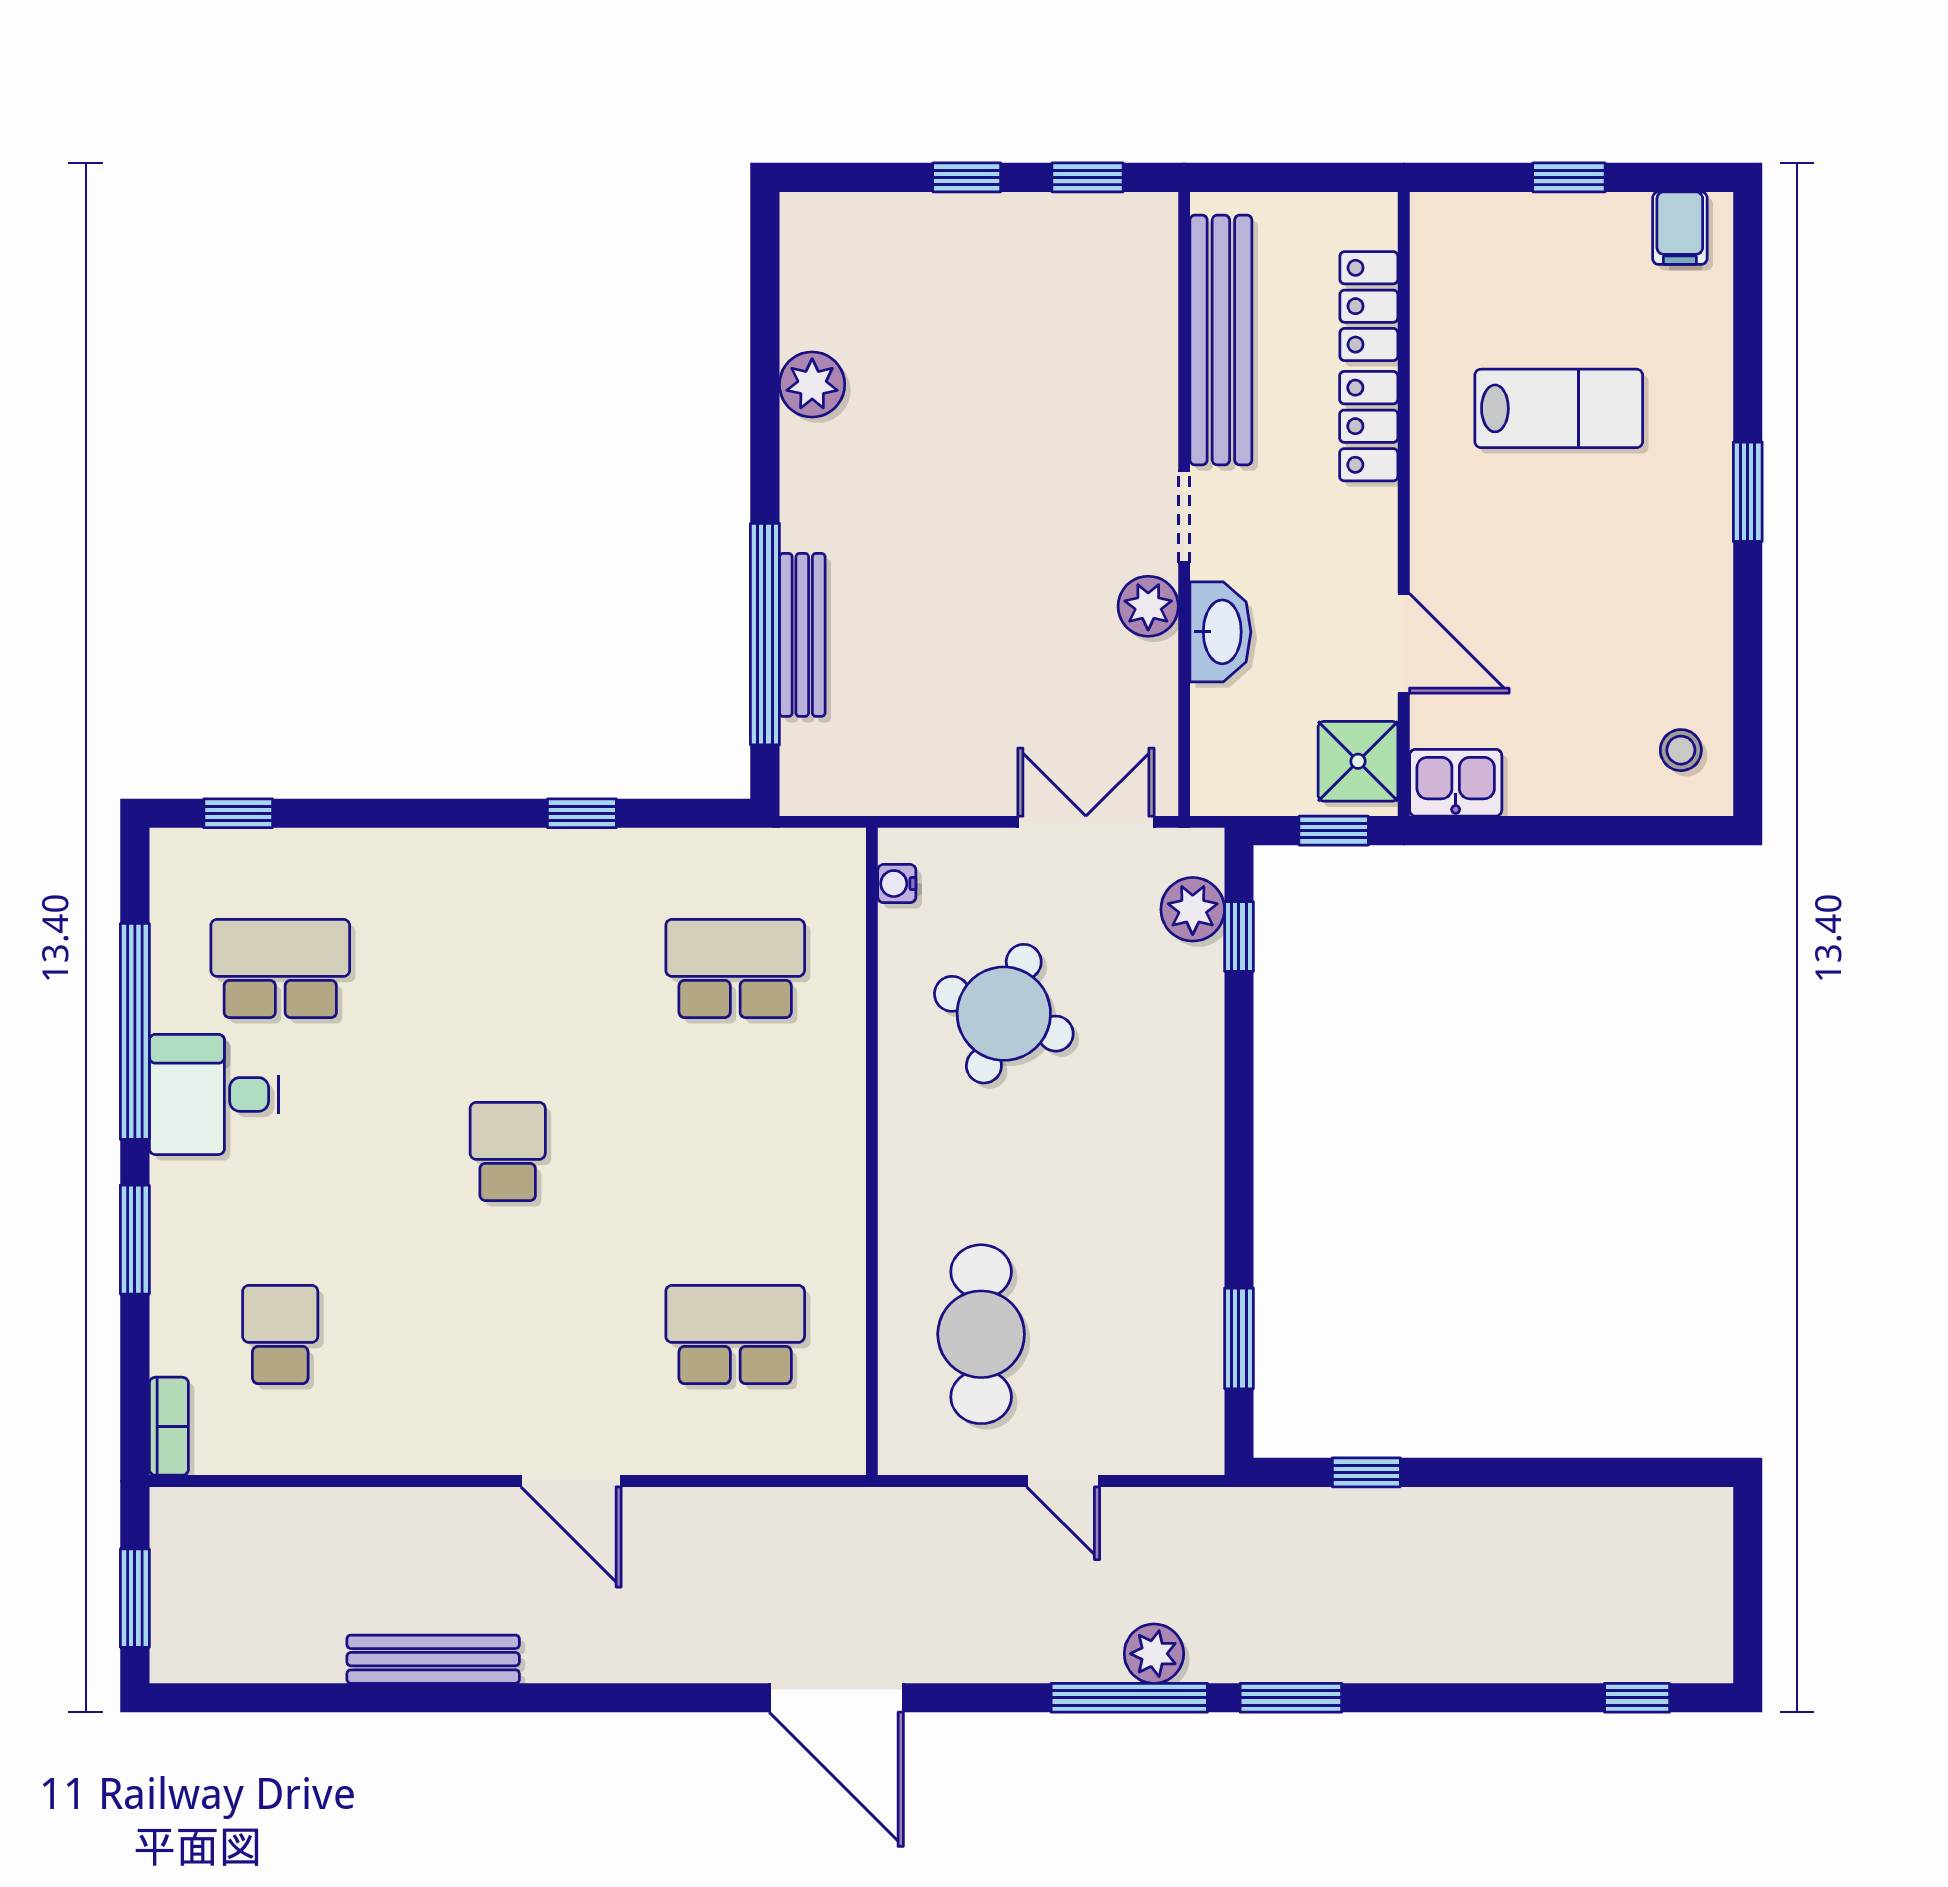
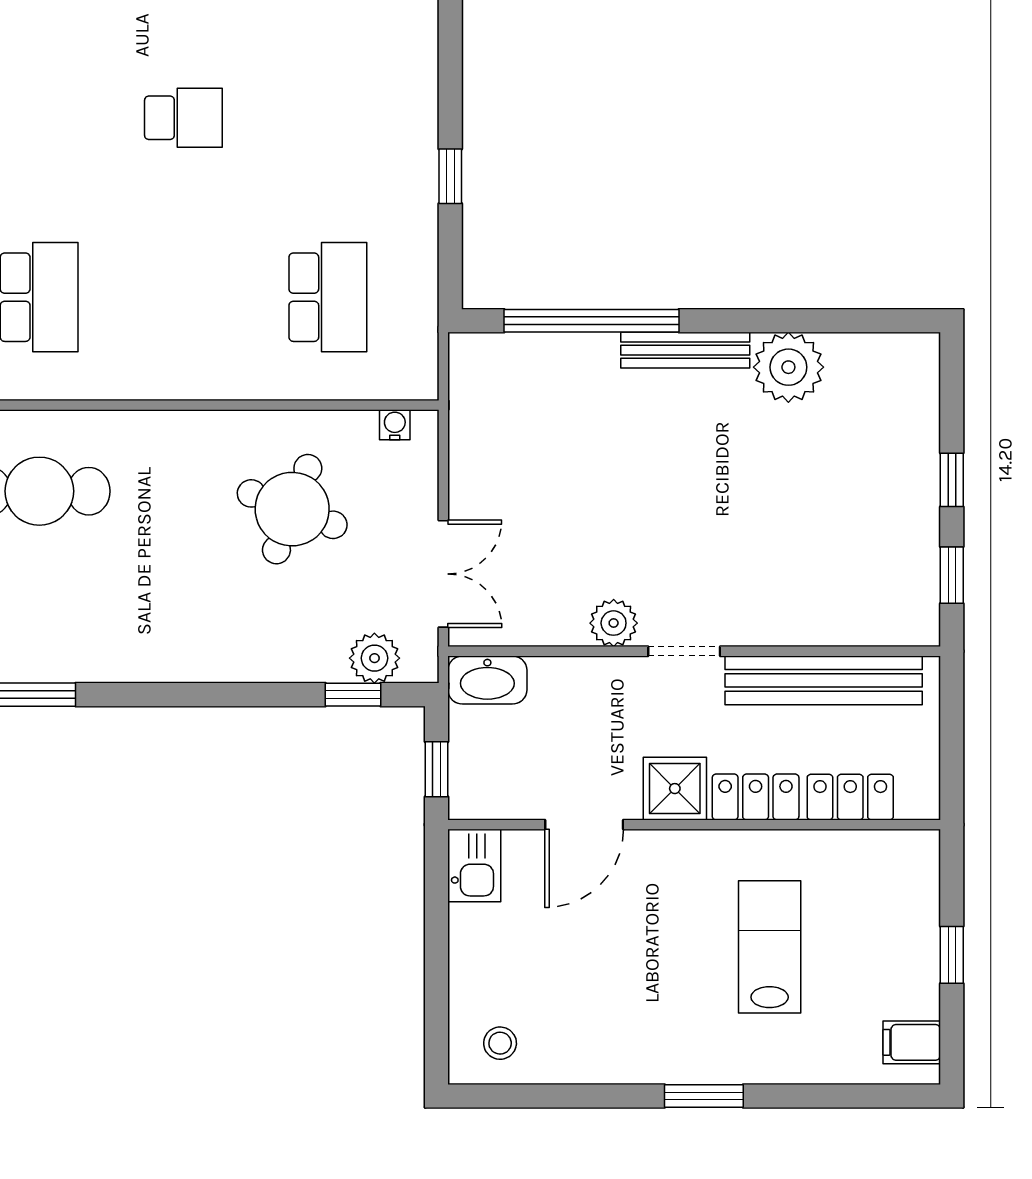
plant: (812, 385) -> (788, 367), width x1.36, depth x1.36
lab bench: (1559, 408) -> (770, 947), turned 180
washbasin: (1220, 632) -> (487, 680), moved
bench: (802, 635) -> (685, 350), moved
shower: (1358, 761) -> (675, 789), moved

